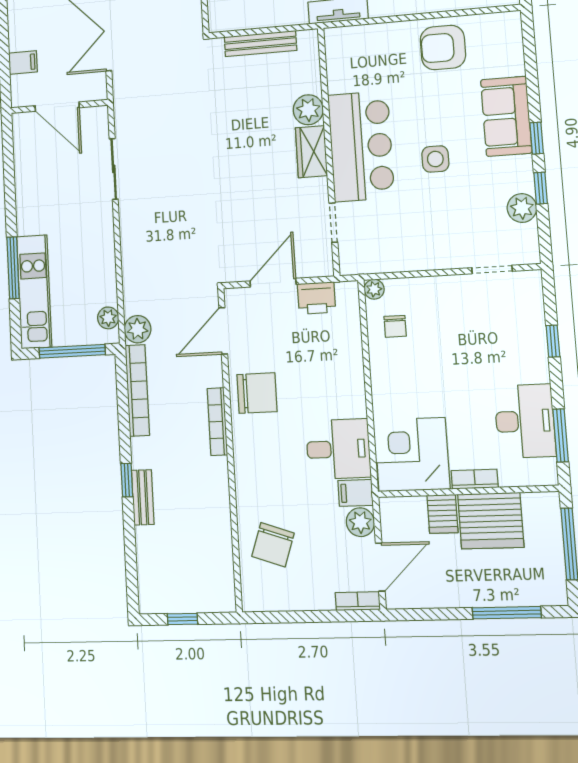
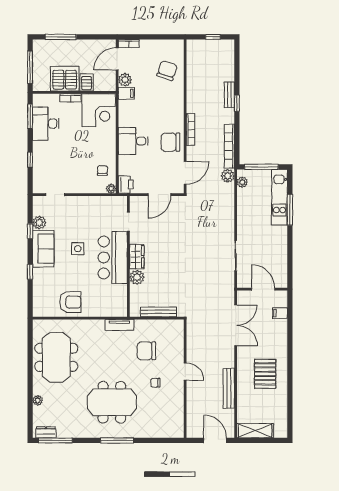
sofa: (506, 116) -> (43, 249), moved
window: (537, 138) -> (30, 272), moved
printer: (316, 298) -> (126, 184), moved, turned 90
desk: (338, 449) -> (133, 141), moved

